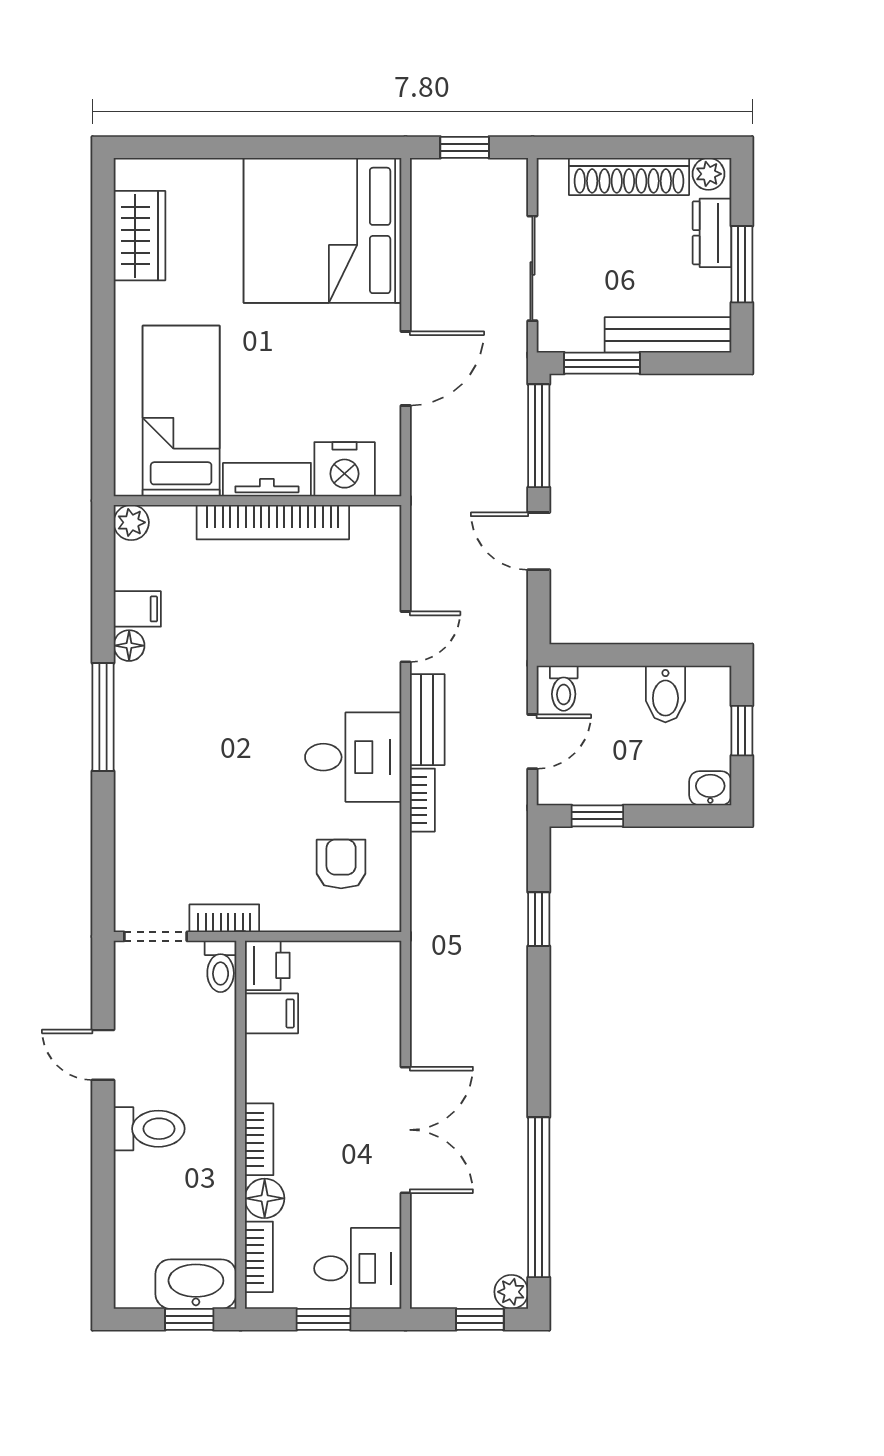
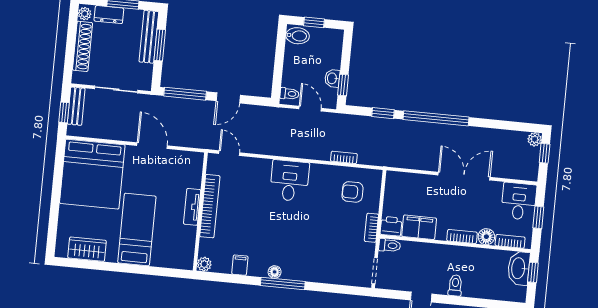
window: (602, 363) -> (160, 45), moved
bed: (181, 411) -> (137, 229), moved, turned 90
nightstand: (345, 469) -> (191, 175), removed
door: (406, 637) -> (229, 153), moved
floor lamp: (129, 646) -> (275, 272), moved
bidet: (665, 694) -> (298, 36), moved
bench: (427, 720) -> (76, 106), moved, turned 90
desk: (353, 757) -> (289, 181), moved
washbasin: (710, 788) -> (332, 78), moved
bookcase: (422, 800) -> (344, 157), moved
bookcase: (224, 918) -> (371, 228), moved
filing cabinet: (271, 1013) -> (419, 227), width x2.00
toilet: (149, 1129) -> (455, 285), width x0.73, depth x0.72
window: (539, 1197) -> (436, 118), moved

